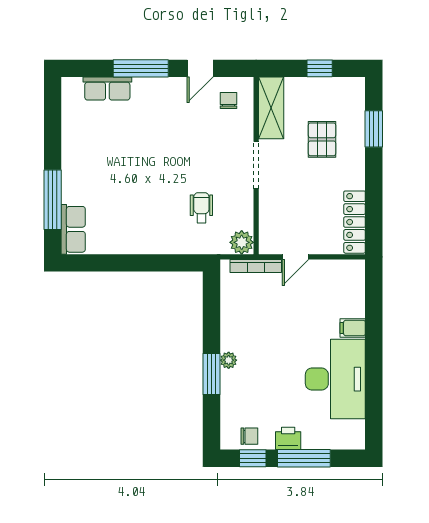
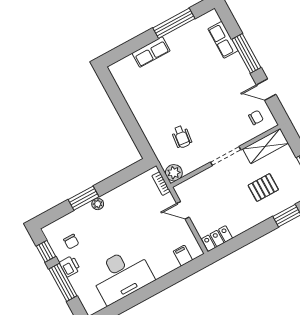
window: (53, 200) -> (174, 23), moved
wheelchair: (201, 208) -> (182, 137), turned 97
locker: (355, 222) -> (217, 238), width x0.66
row of seats: (73, 229) -> (151, 52), moved
bookcase: (256, 266) -> (161, 184), width x0.64
filing cabinet: (353, 328) -> (183, 256), moved
chair: (249, 436) -> (71, 242), moved

